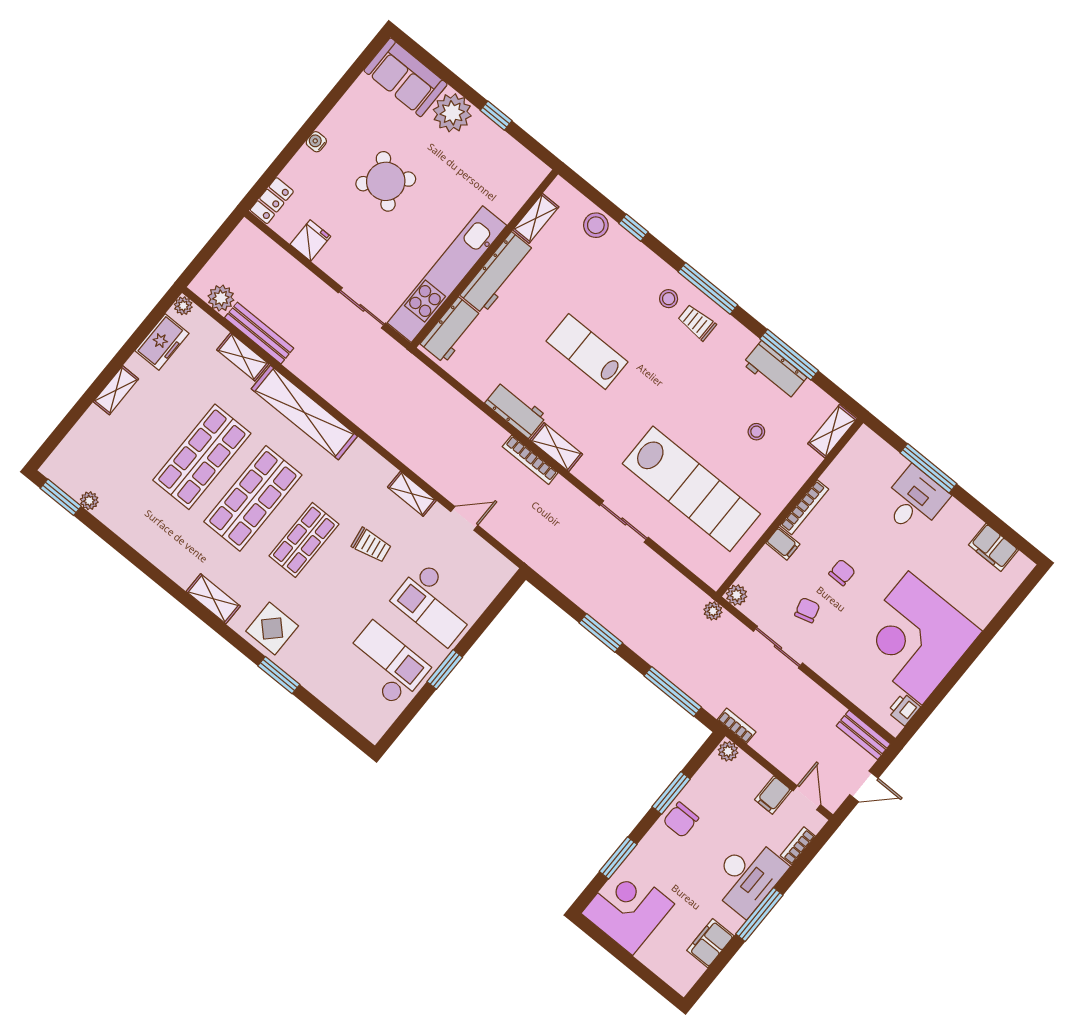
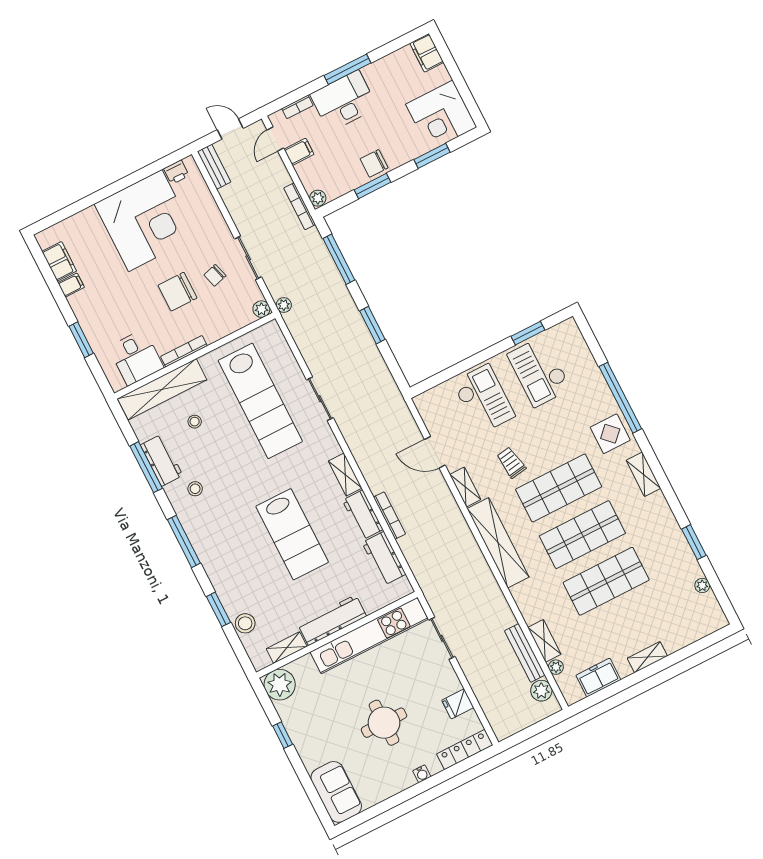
plant: (452, 113) -> (280, 685), moved
round table: (386, 181) -> (384, 723), turned 45
locker: (272, 201) -> (465, 750), width x1.53
window: (634, 228) -> (219, 609), width x1.50
stool: (669, 299) -> (195, 489), moved
plant: (183, 306) -> (556, 667), moved
trolley: (697, 322) -> (203, 520), removed
workbench: (451, 330) -> (384, 558), moved, turned -90
lab bench: (587, 352) -> (292, 534), width x1.36, depth x1.39
shelving: (304, 412) -> (498, 543), moved
shelving: (832, 431) -> (162, 389), width x2.20, depth x1.33
bookcase: (530, 460) -> (389, 516), moved
window: (928, 468) -> (81, 340), width x0.69
lab bench: (691, 489) -> (260, 401), turned 180
window: (61, 497) -> (694, 542), moved
desk: (914, 501) -> (136, 357), moved, turned -90
door: (464, 518) -> (435, 452), width x1.38
shop shelf: (304, 540) -> (559, 488), width x1.43, depth x1.36
filing cabinet: (783, 544) -> (71, 285), moved, turned 90
chair: (842, 572) -> (178, 292), width x1.87, depth x1.87
window: (445, 669) -> (528, 333), moved
window: (279, 675) -> (620, 398), width x2.11
bookcase: (737, 726) -> (300, 206), width x1.56
chair: (681, 820) -> (374, 163), turned 180
filing cabinet: (710, 943) -> (427, 53), moved, turned 90

